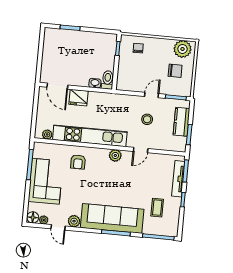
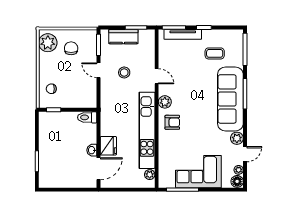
washbasin: (95, 83) -> (92, 150), moved
armchair: (78, 162) -> (172, 122), moved

